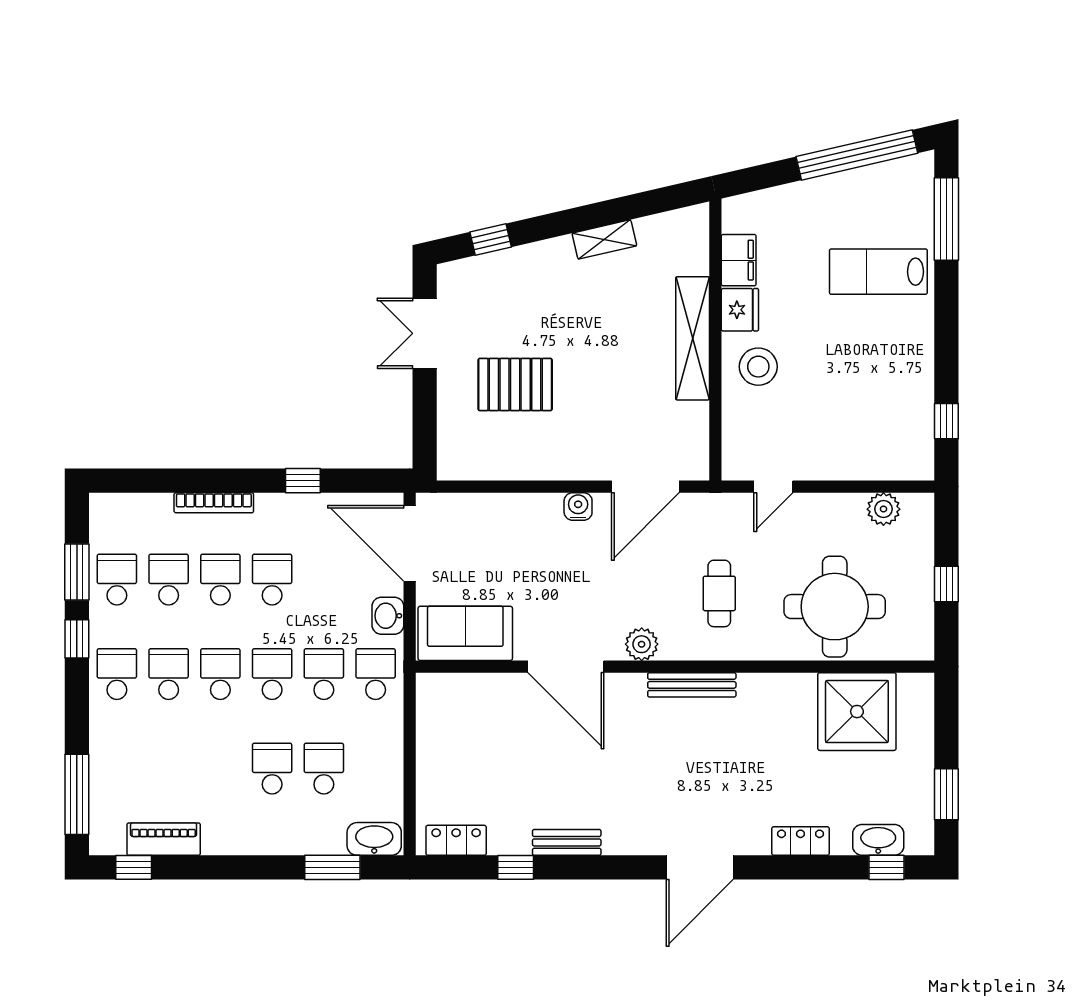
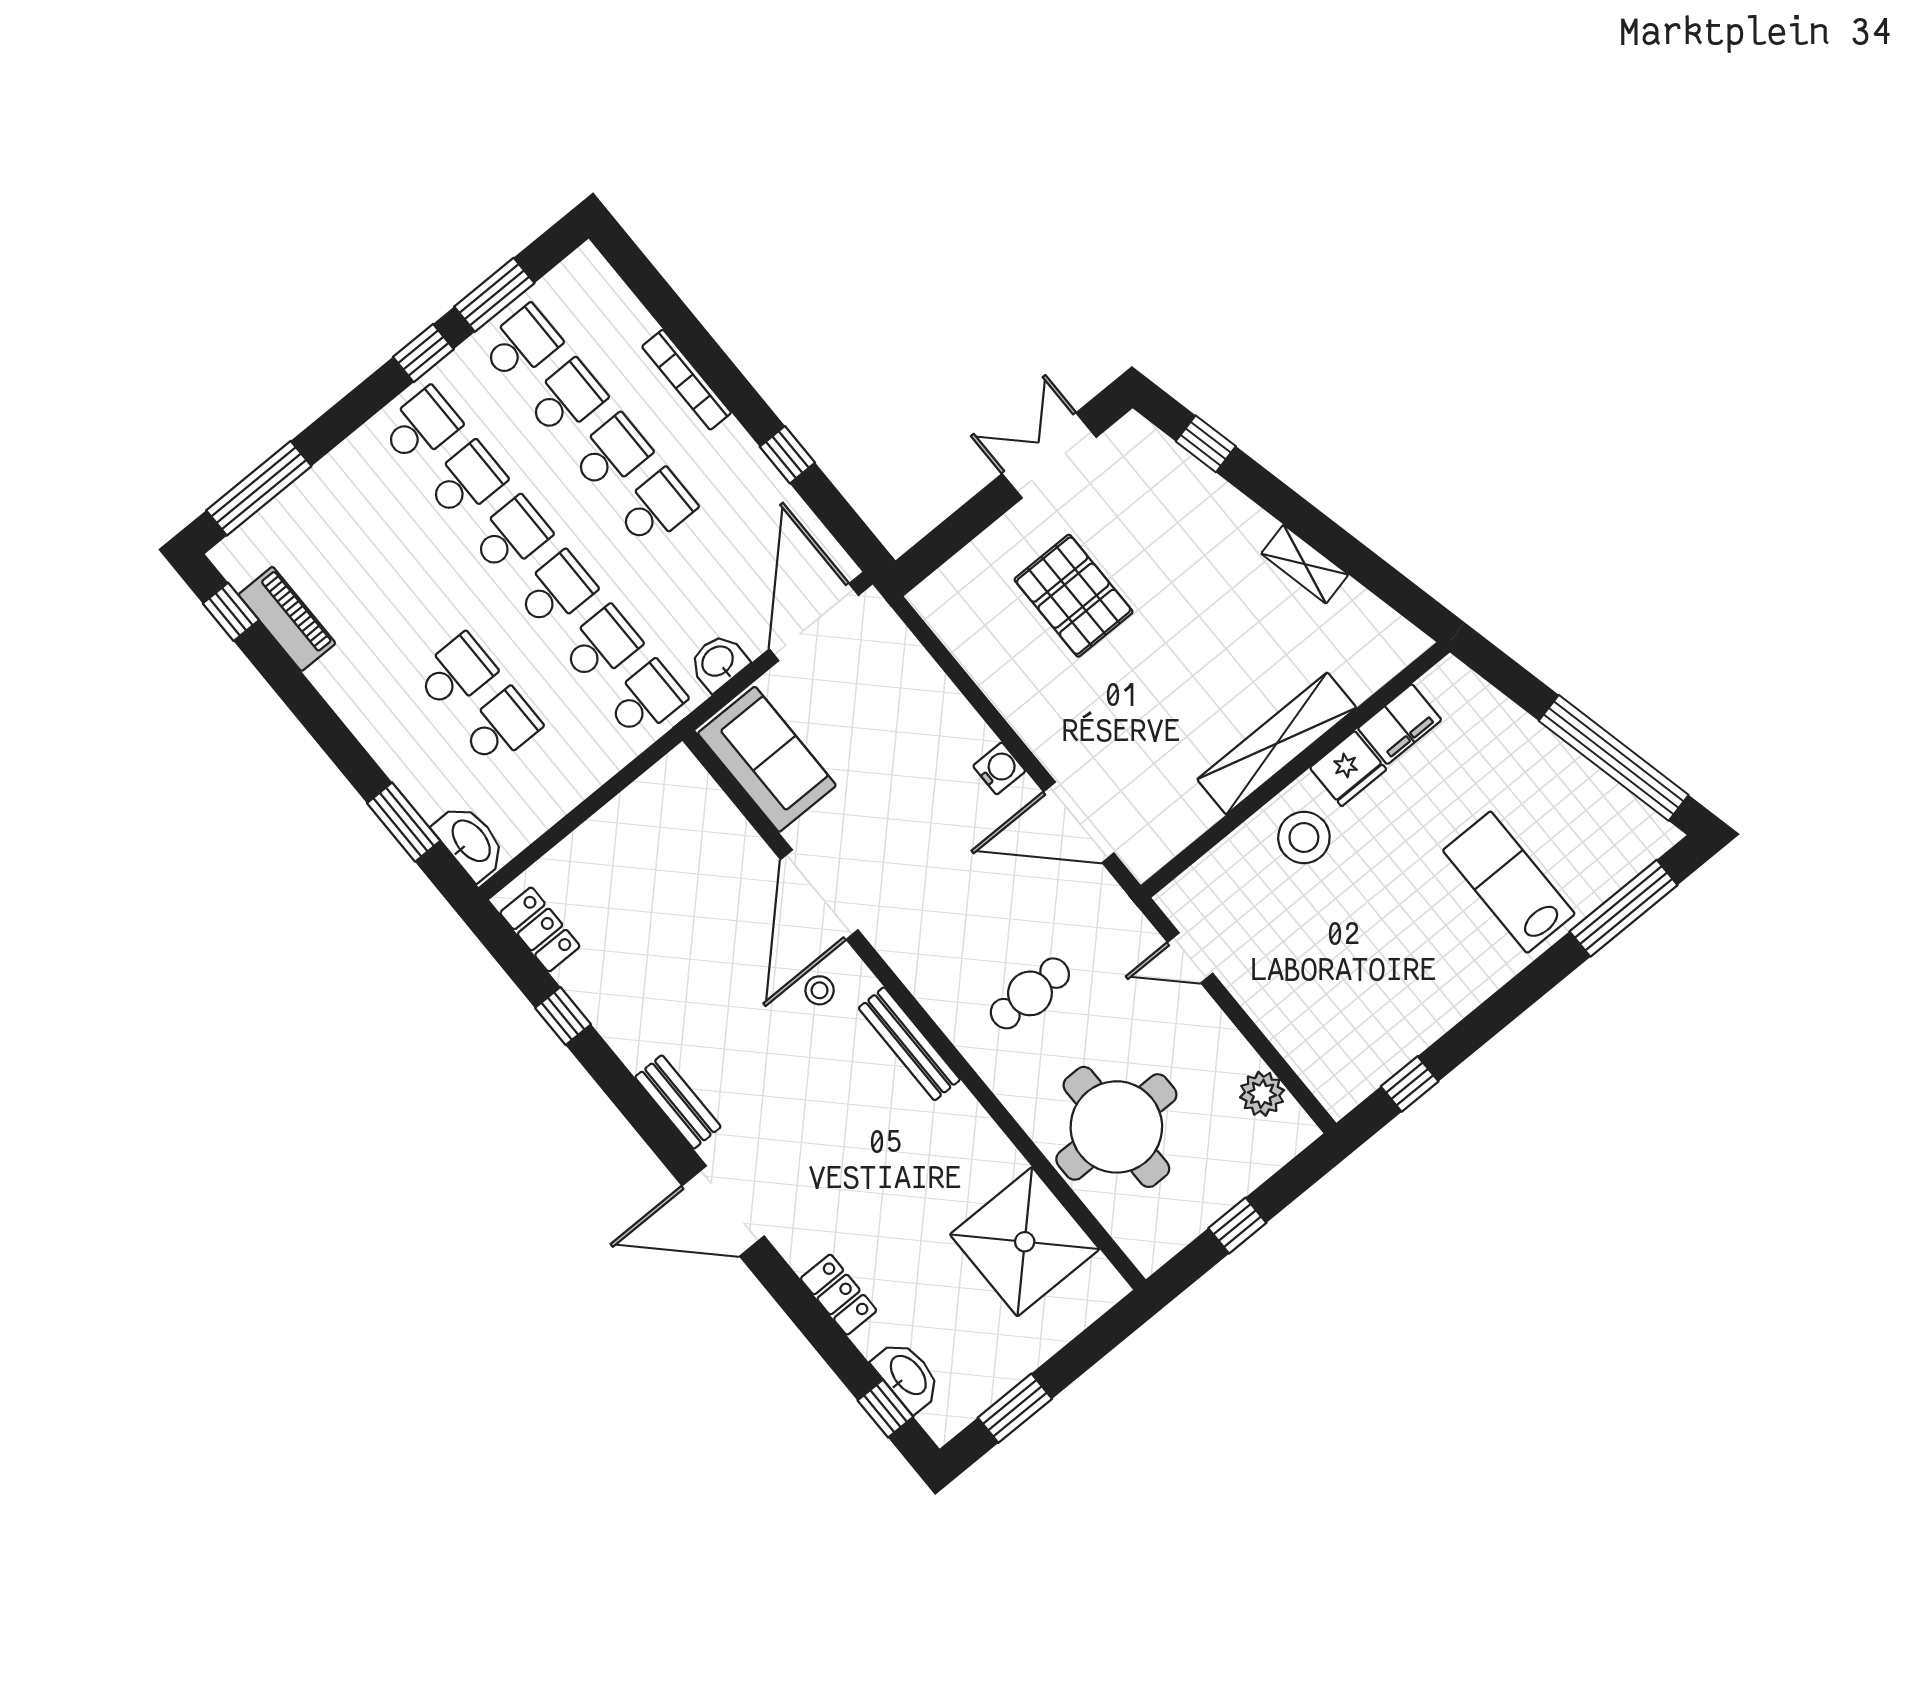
plant: (642, 644) -> (909, 955), removed
stool: (620, 711) -> (820, 990), added
bench: (567, 842) -> (678, 1102), moved

